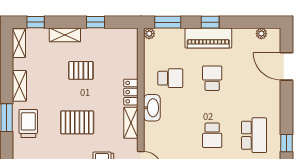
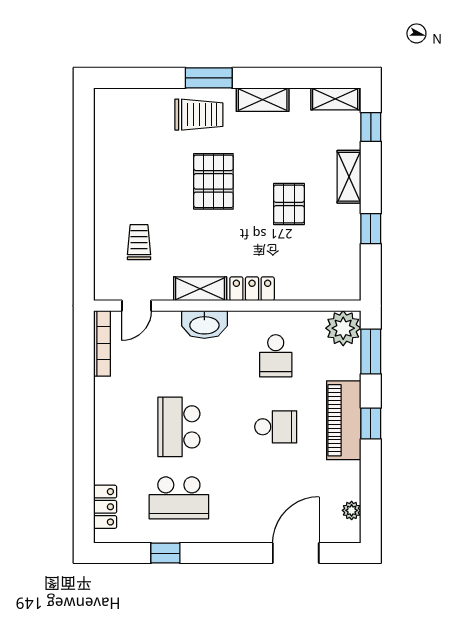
plant: (149, 34) -> (343, 328), width x1.87, depth x1.87
washbasin: (152, 108) -> (204, 324), moved
pallet: (77, 122) -> (213, 181), moved
school desk: (212, 135) -> (179, 427), width x1.85

